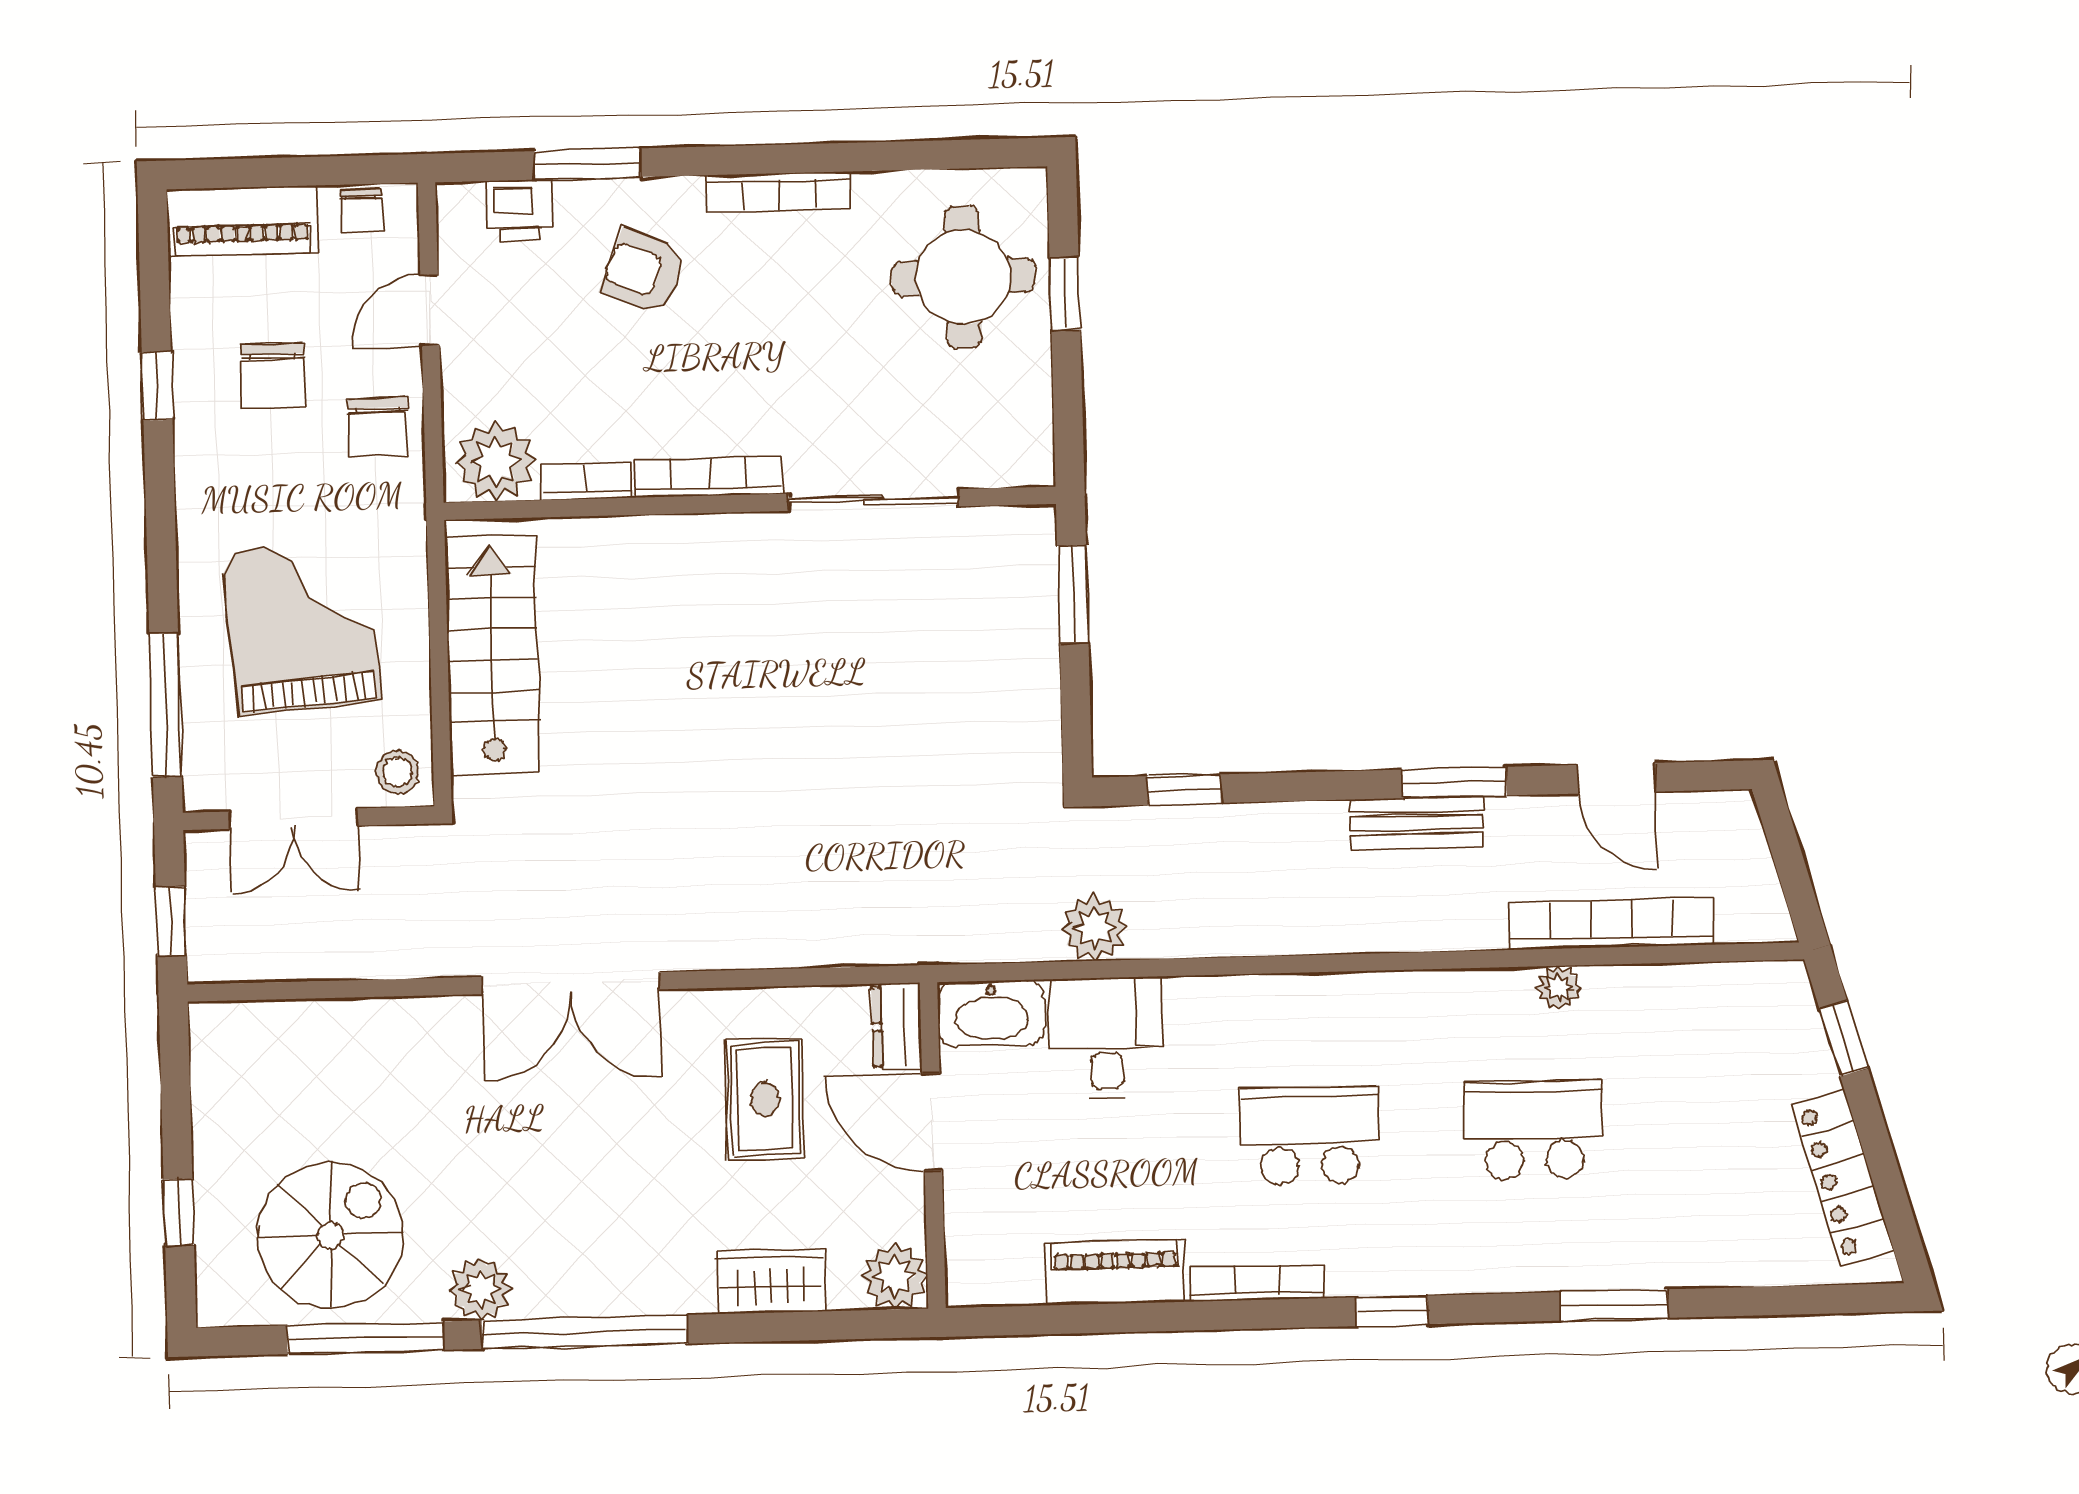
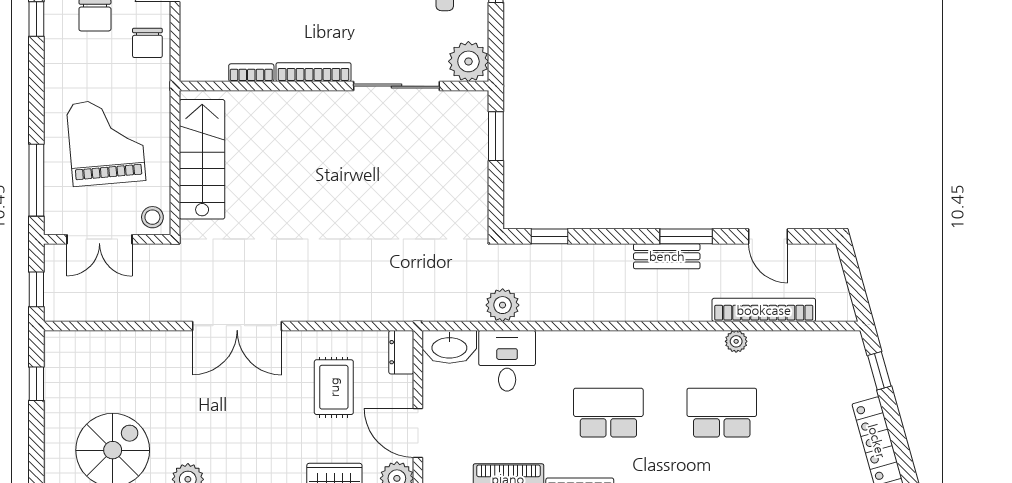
plant: (496, 461) -> (468, 61), moved
door: (932, 1122) -> (418, 433), moved
window: (179, 1212) -> (36, 384), moved

